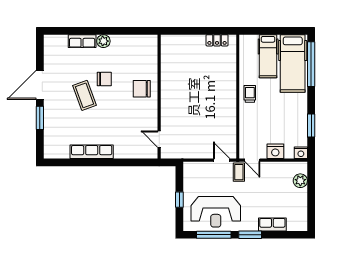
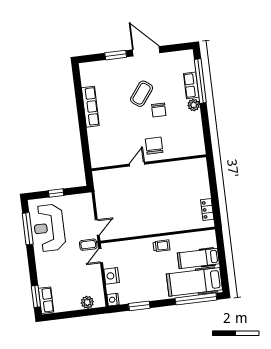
window: (79, 31) -> (200, 81), added
coffee table: (85, 95) -> (142, 94), turned -33
door: (159, 139) -> (137, 164), moved
row of seats: (272, 224) -> (46, 300), moved
window: (250, 235) -> (36, 296), moved

